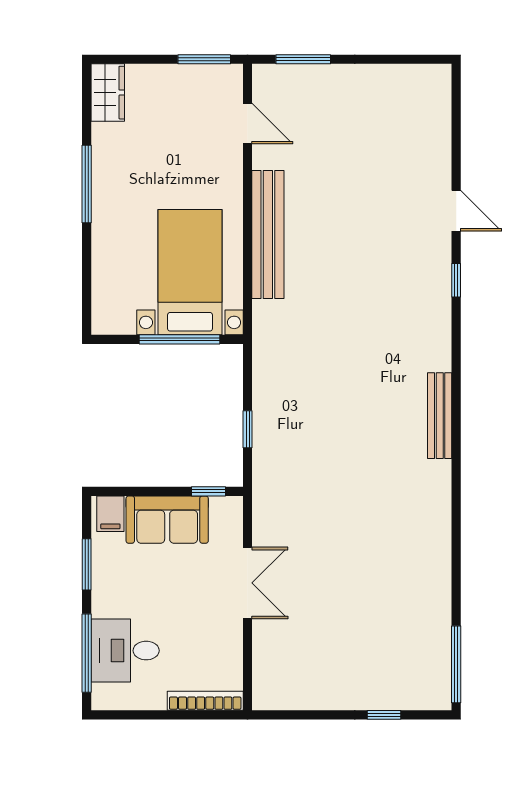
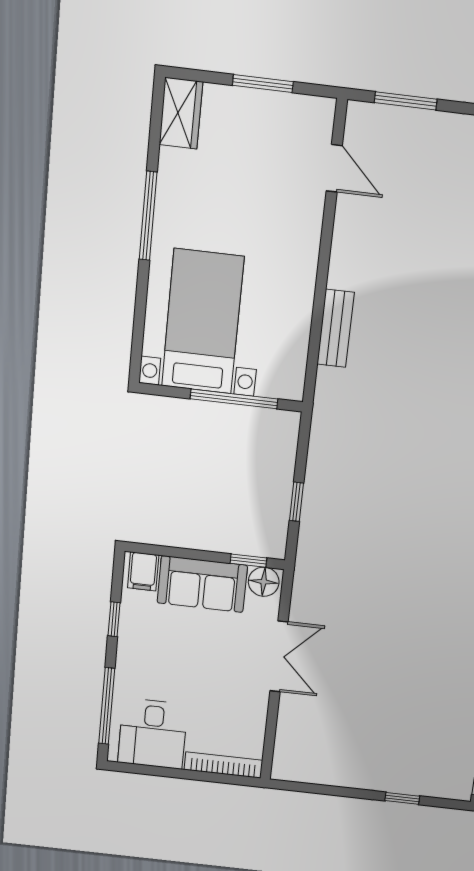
window: (204, 59) -> (263, 84), moved
bench: (268, 234) -> (336, 328), width x0.54, depth x0.82
bed with nightstands: (190, 272) -> (203, 322), moved
floor lamp: (225, 510) -> (264, 582), added
window: (87, 564) -> (114, 619), width x0.67
desk: (125, 651) -> (153, 734), moved, turned -90

